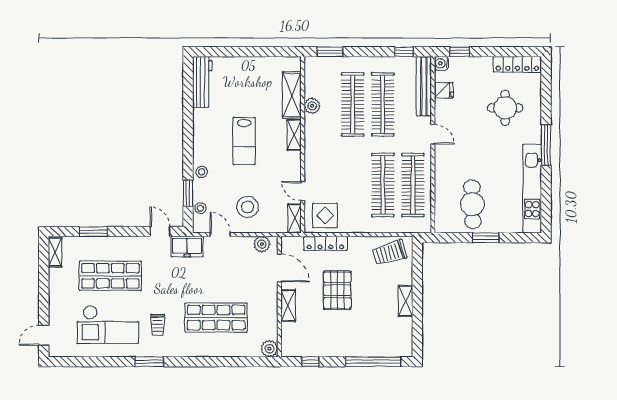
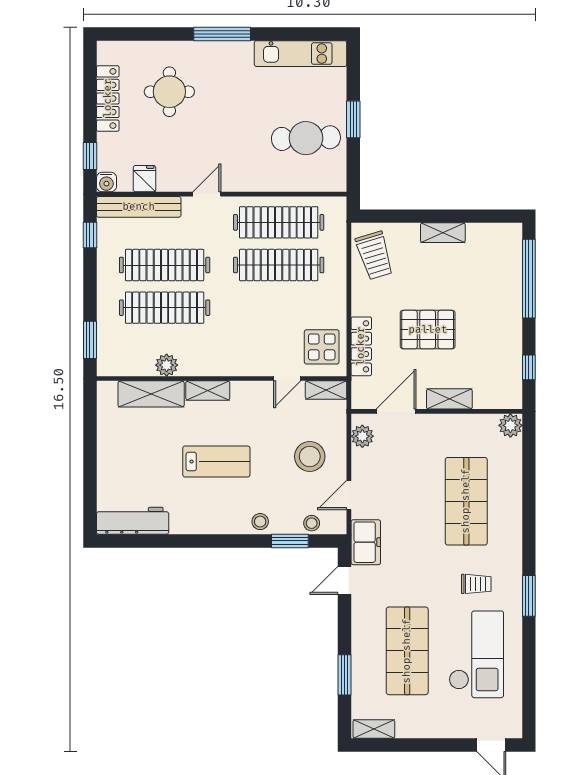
locker: (517, 64) -> (108, 98), moved
kitchen unit: (532, 189) -> (301, 54), width x0.73

